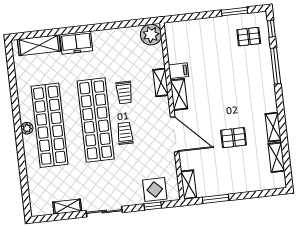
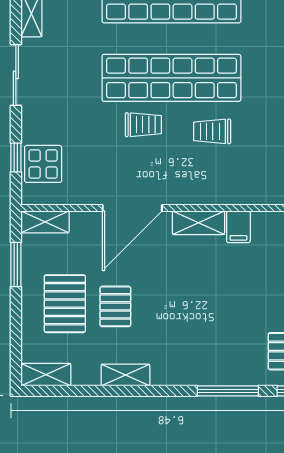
shelving: (161, 83) -> (222, 195), removed
shelving: (276, 157) -> (46, 375), moved
pallet: (235, 167) -> (65, 304), added

